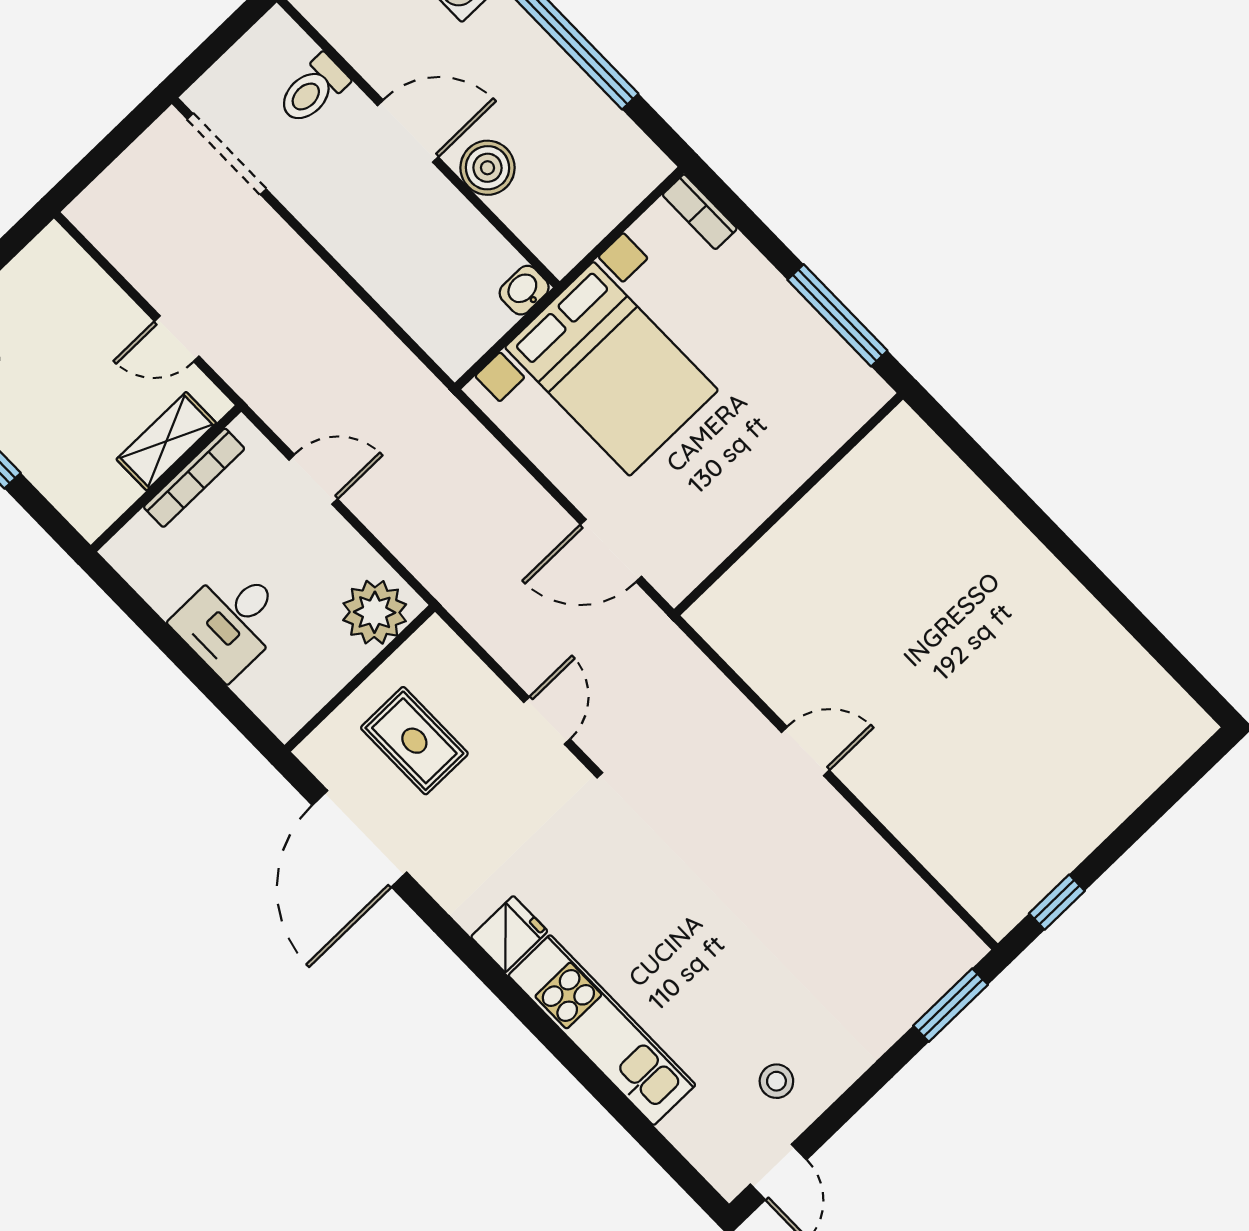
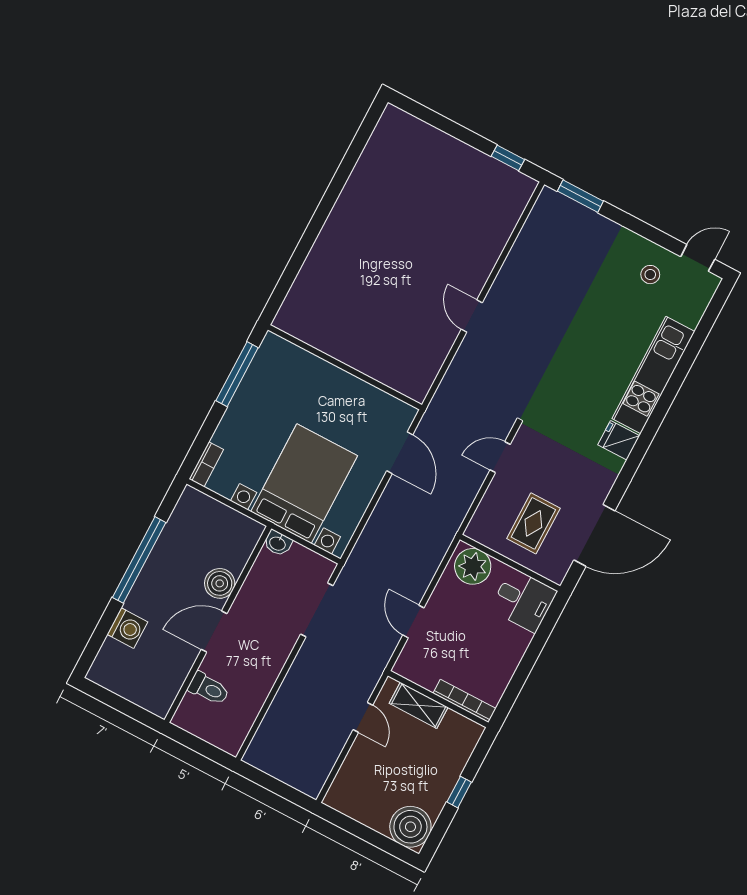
door: (408, 131) -> (214, 632), hinge flipped
doorway: (227, 154) -> (317, 610), moved
bookcase: (194, 478) -> (464, 701), moved
desk: (231, 621) -> (523, 600), moved

